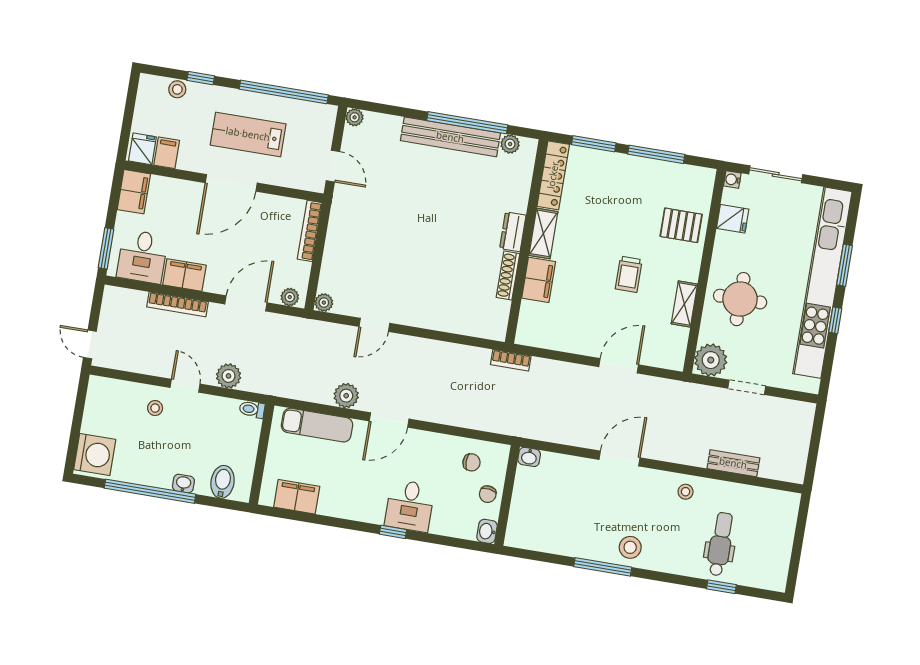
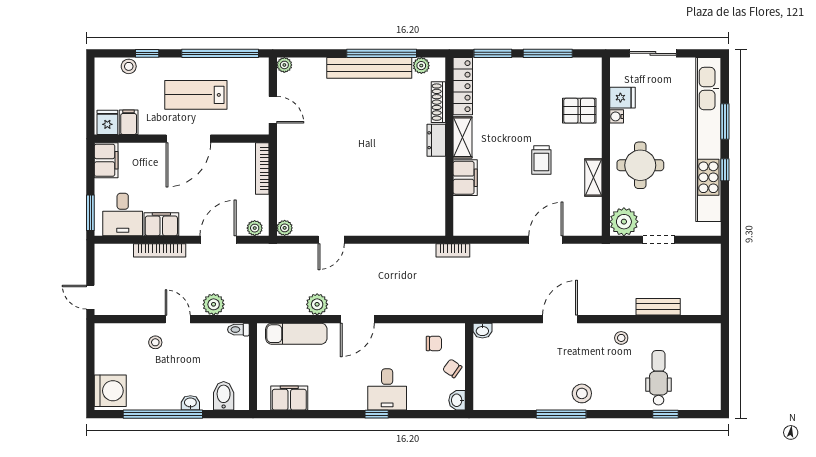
water cooler: (732, 180) -> (617, 116), moved
shoe rack: (508, 276) -> (438, 102), moved
chair: (488, 494) -> (452, 368), turned 117

